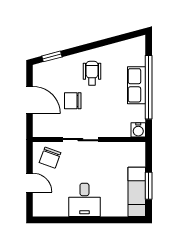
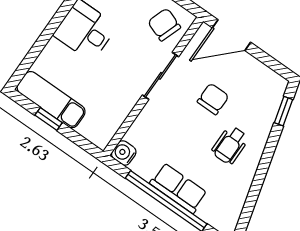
wheelchair: (92, 73) -> (230, 145), turned 90
door: (29, 100) -> (231, 35), moved
window: (149, 186) -> (49, 119), width x0.67

